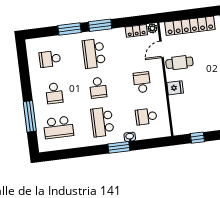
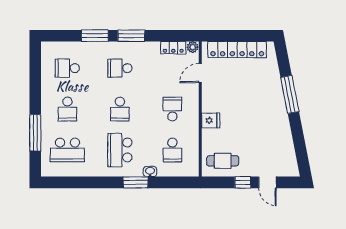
school desk: (94, 54) -> (120, 68), width x0.54
cafe table: (179, 63) -> (223, 161), moved
school desk: (146, 116) -> (172, 150), turned -90
window: (197, 138) -> (243, 182), moved

